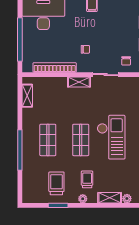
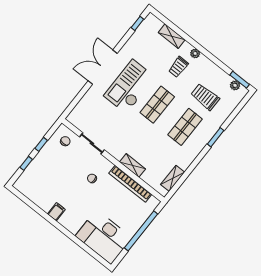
shelving: (79, 82) -> (133, 165), moved
window: (20, 150) -> (216, 137), width x0.47
trolley: (56, 183) -> (205, 97), moved, turned 90
plant: (127, 199) -> (235, 85), moved
window: (58, 205) -> (240, 80), moved

